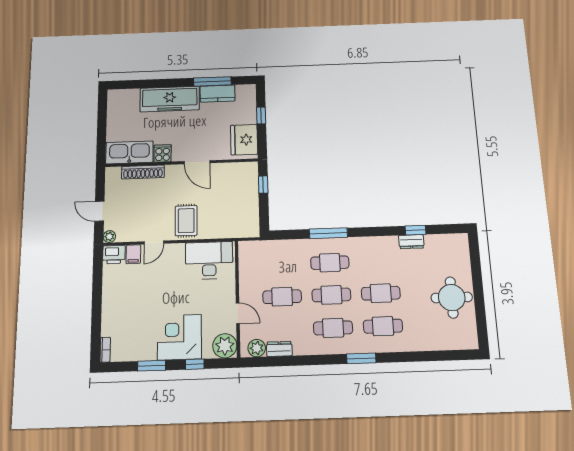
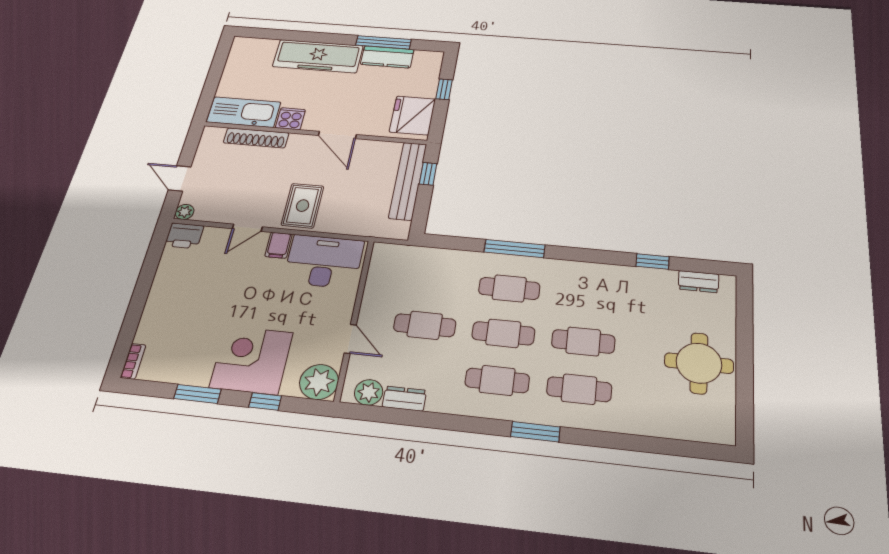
bench: (251, 192) -> (408, 181), added
dresser: (411, 242) -> (699, 282), moved
filing cabinet: (133, 254) -> (279, 245), moved

